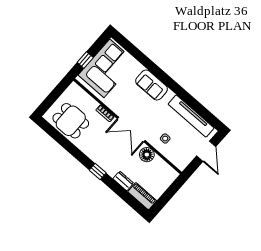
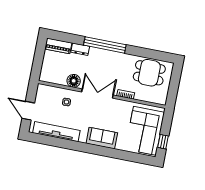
window: (85, 60) -> (163, 142), moved
window: (98, 172) -> (105, 45), width x3.17

